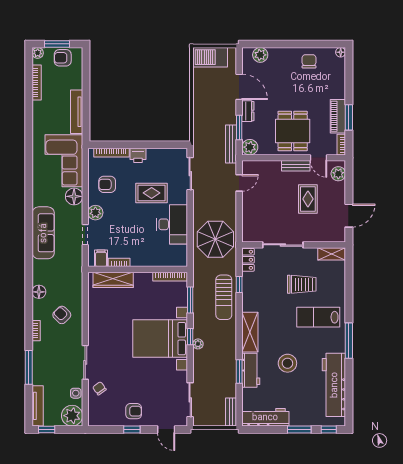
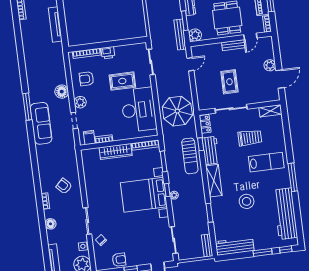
door: (319, 158) -> (250, 36), hinge flipped
corner sofa: (64, 161) -> (50, 65), removed
plant: (338, 174) -> (270, 65), moved
rug: (308, 199) -> (229, 82), moved
desk: (172, 224) -> (139, 110), width x1.36, depth x1.30
wardrobe: (113, 280) -> (116, 151), moved
floor lamp: (39, 292) -> (50, 224), moved
lab bench: (318, 317) -> (266, 162), turned 180
window: (29, 367) -> (27, 107), moved
workbench: (251, 370) -> (211, 151), moved
armchair: (134, 411) -> (119, 260), moved

